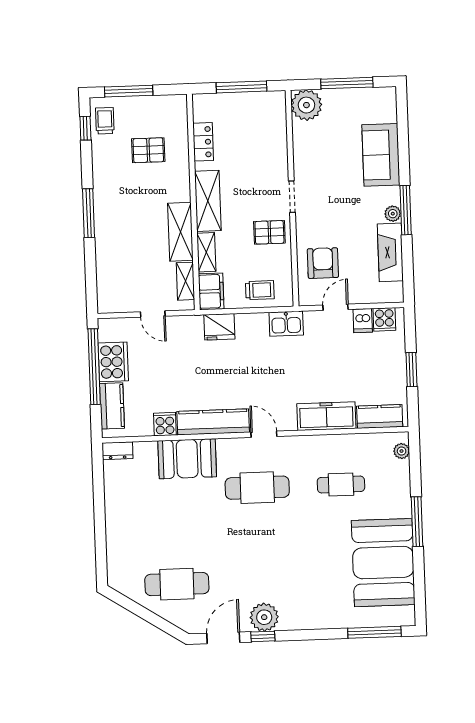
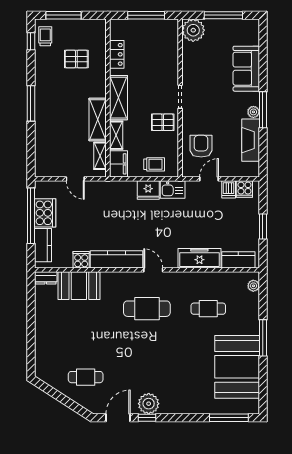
fridge: (219, 327) -> (148, 190), moved
booth: (187, 459) -> (79, 286), moved
cafe table: (177, 584) -> (86, 377), width x0.73, depth x0.74

